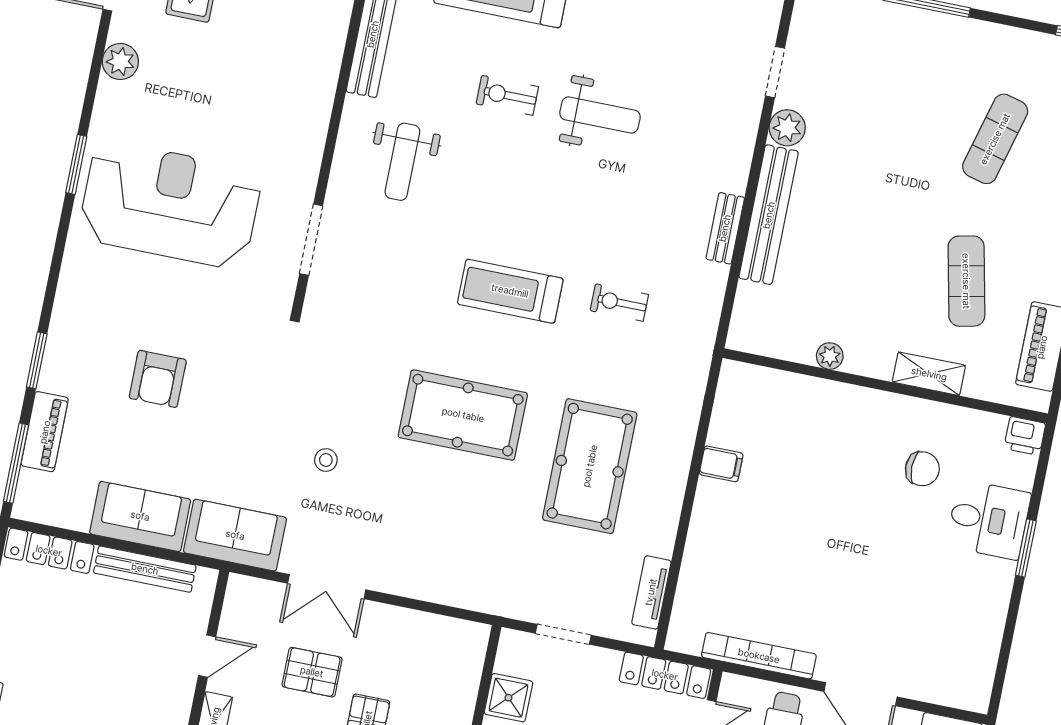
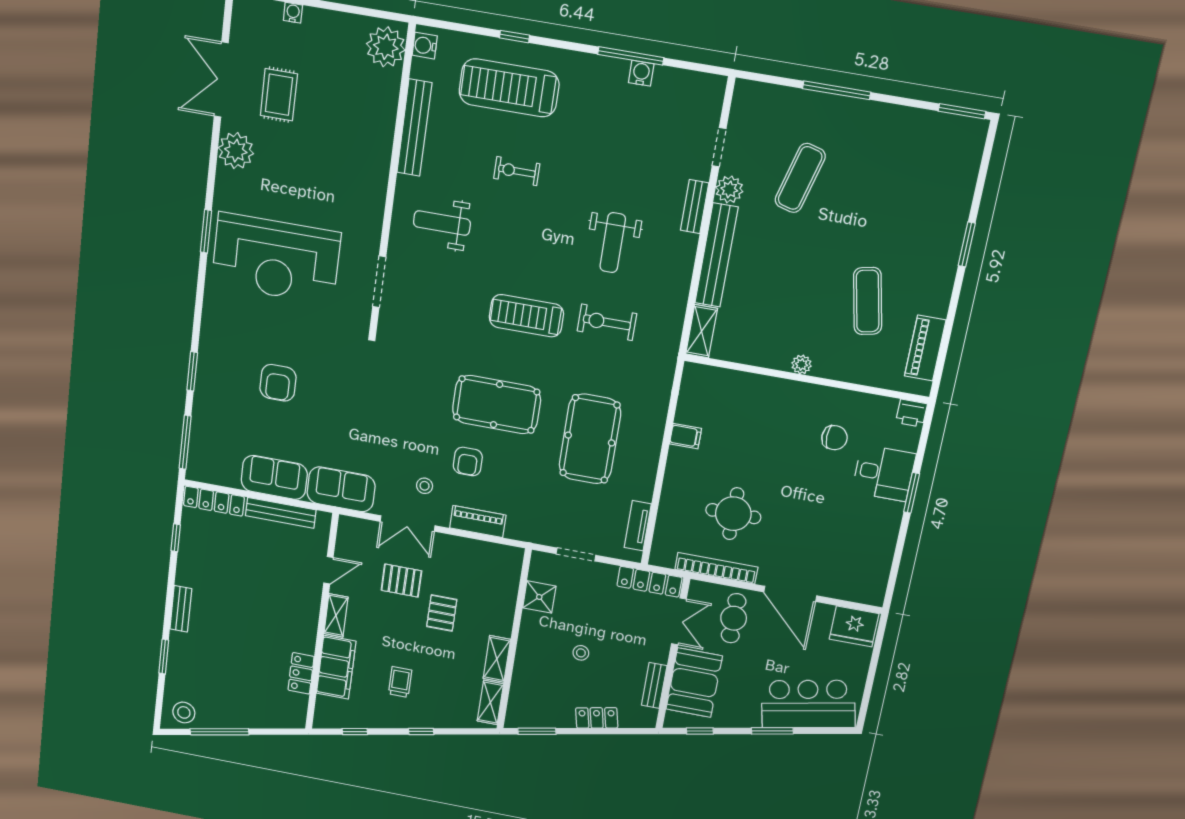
plant: (120, 62) -> (236, 151), width x1.36, depth x1.36
weight bench: (600, 115) -> (613, 243), moved, turned 90
exercise mat: (995, 139) -> (800, 178), moved
weight bench: (402, 162) -> (442, 223), turned 90
reception desk: (170, 205) -> (276, 259), turned 180
bench: (725, 228) -> (695, 207), moved
exercise bike: (619, 303) -> (607, 322), width x1.38, depth x1.39
plant: (830, 356) -> (802, 364), moved
shelving: (929, 374) -> (702, 331), moved, turned 90
piano: (45, 432) -> (478, 522), moved, turned -90
stool: (326, 460) -> (425, 486), moved
armchair: (418, 496) -> (468, 461), added
round table: (784, 576) -> (733, 514), added

